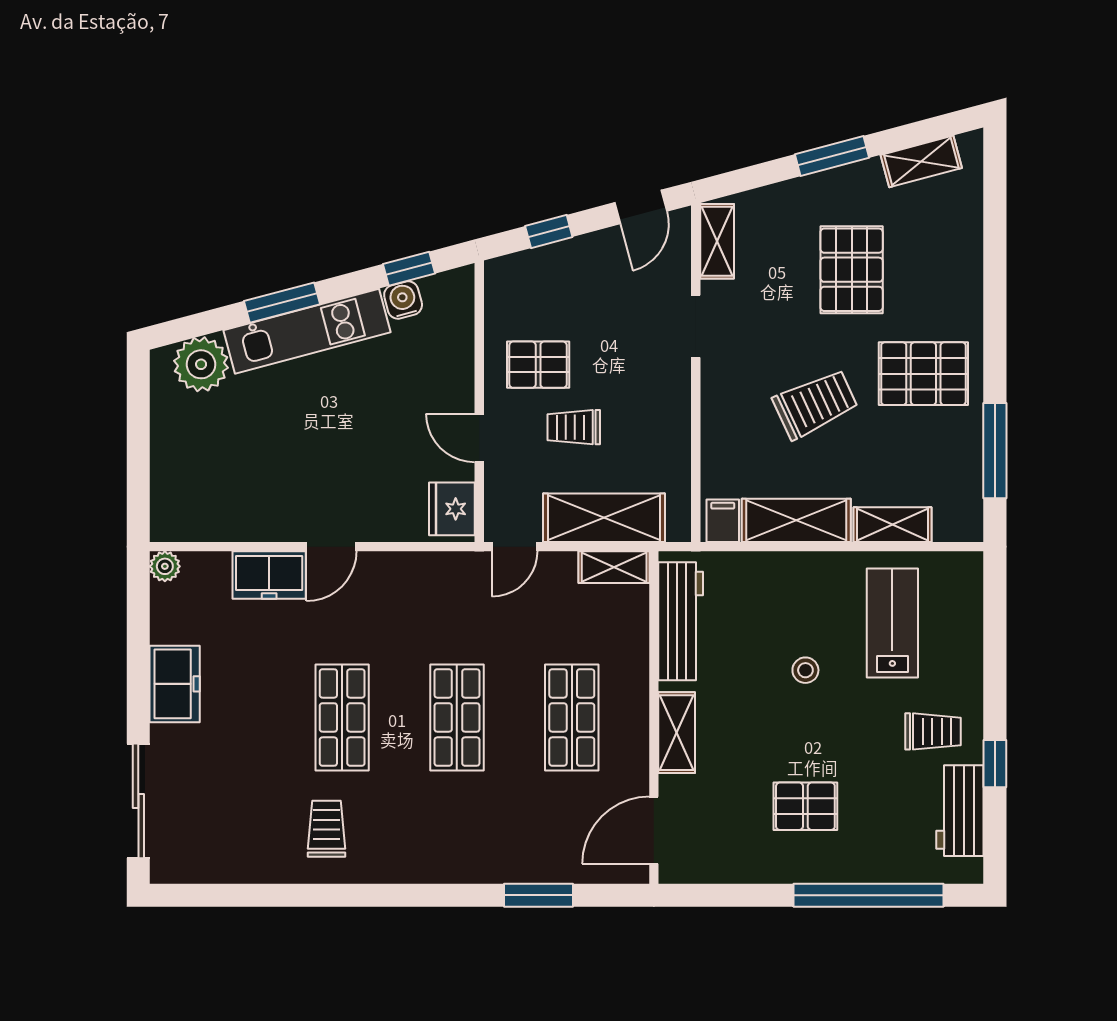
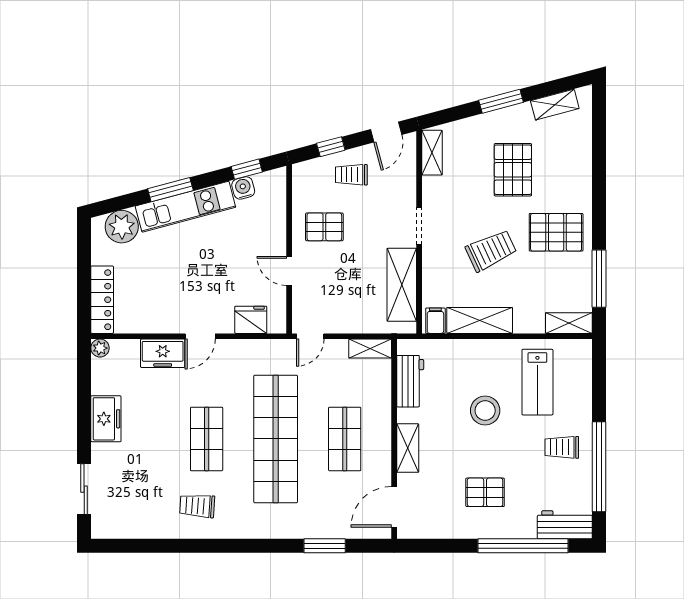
doorway: (696, 326) -> (419, 226), moved
trolley: (574, 427) -> (351, 175), moved
locker: (168, 486) -> (102, 300), added
fridge: (452, 509) -> (251, 320), moved, turned 90
shelving: (604, 518) -> (402, 285), moved, turned 90
shelving: (893, 525) -> (569, 323), moved
workbench: (681, 621) -> (410, 381), width x0.73
lab bench: (892, 623) -> (537, 382), turned 180
stool: (805, 670) -> (485, 411), width x1.89, depth x1.89
shop shelf: (457, 717) -> (276, 439), width x2.00, depth x1.36
trolley: (933, 731) -> (562, 447), turned 180
window: (995, 764) -> (599, 467), width x3.17
sliding door: (138, 801) -> (84, 489), width x0.73
workbench: (960, 811) -> (565, 525), moved, turned 90
trolley: (327, 829) -> (197, 506), turned -86

